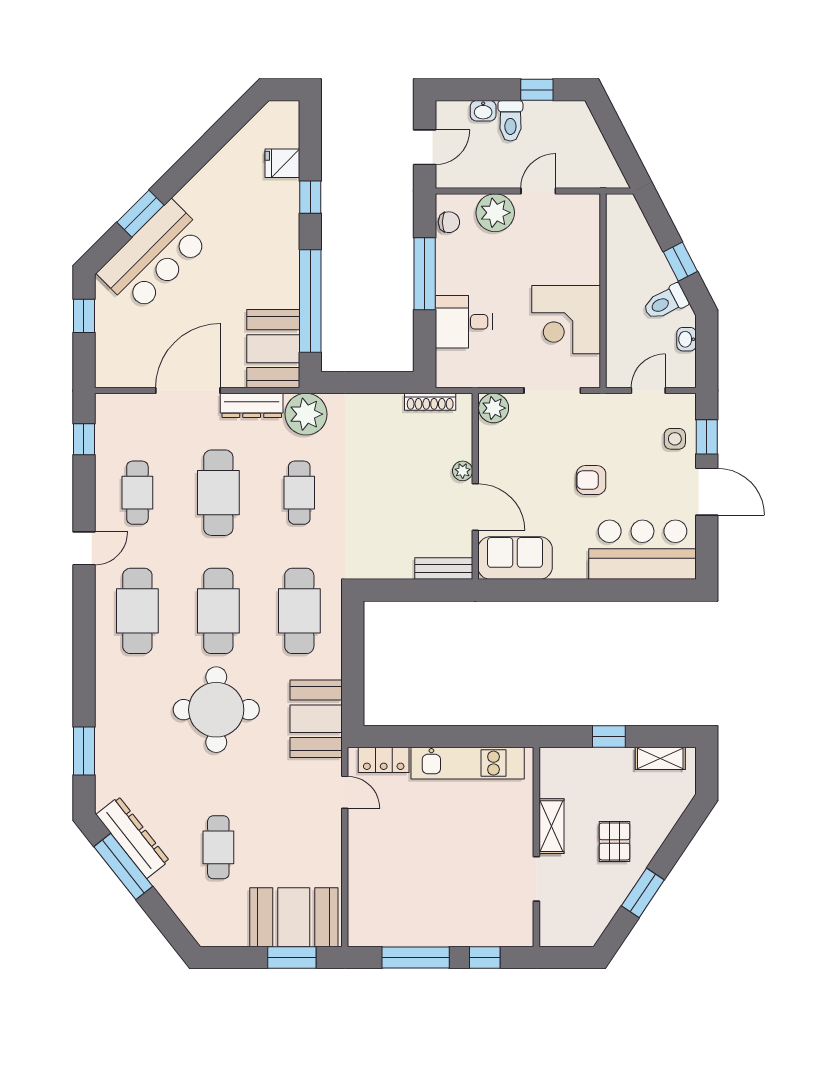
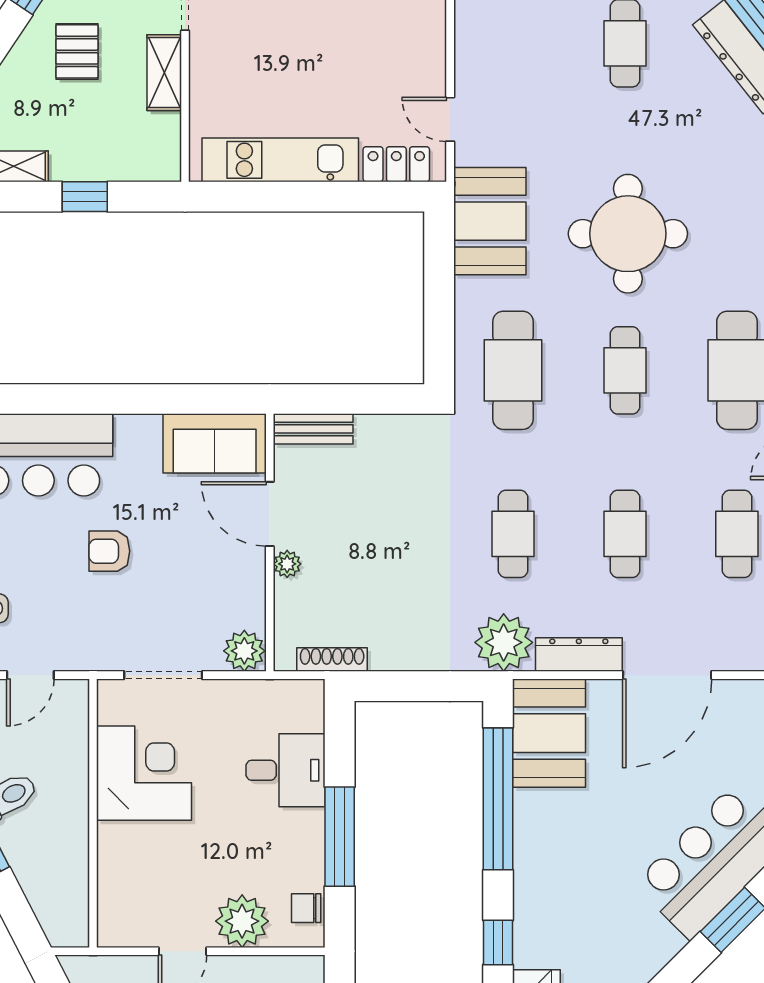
armchair: (591, 480) -> (109, 551), turned 180
cafe table: (218, 493) -> (625, 534), width x0.73, depth x0.74
cafe table: (218, 611) -> (625, 370), width x0.73, depth x0.74

